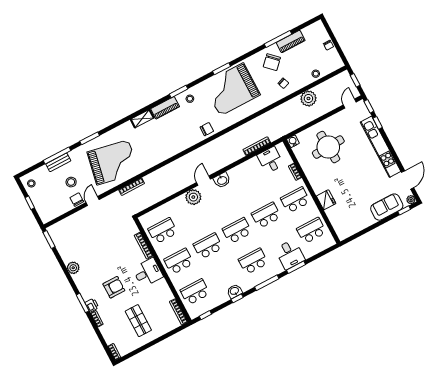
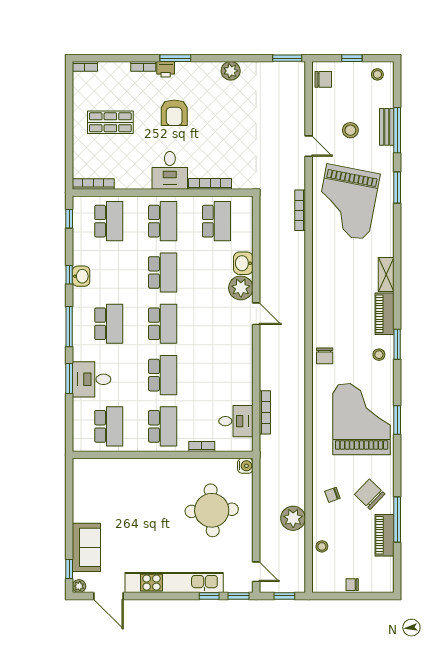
washbasin: (222, 180) -> (243, 263), moved
chair: (77, 200) -> (323, 79), moved
fridge: (326, 200) -> (140, 469), removed

